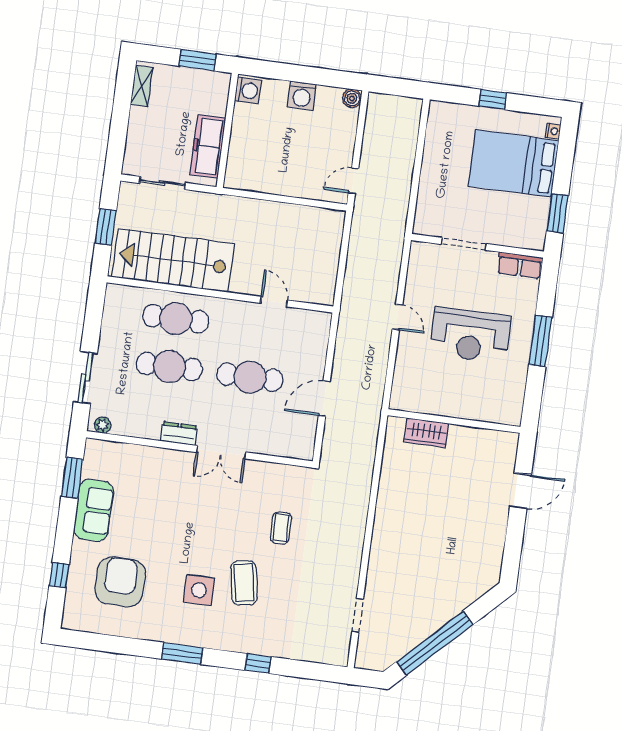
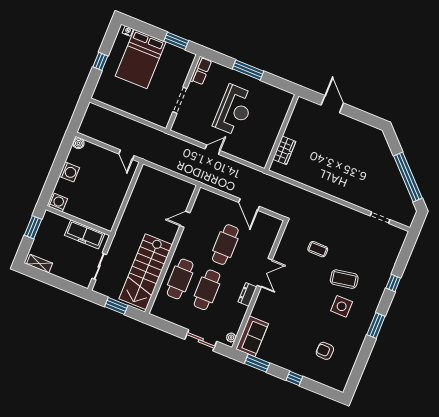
sofa: (94, 510) -> (252, 336), moved, turned 90
window: (59, 575) -> (294, 378), moved
armchair: (120, 582) -> (325, 351), width x0.53, depth x0.53

